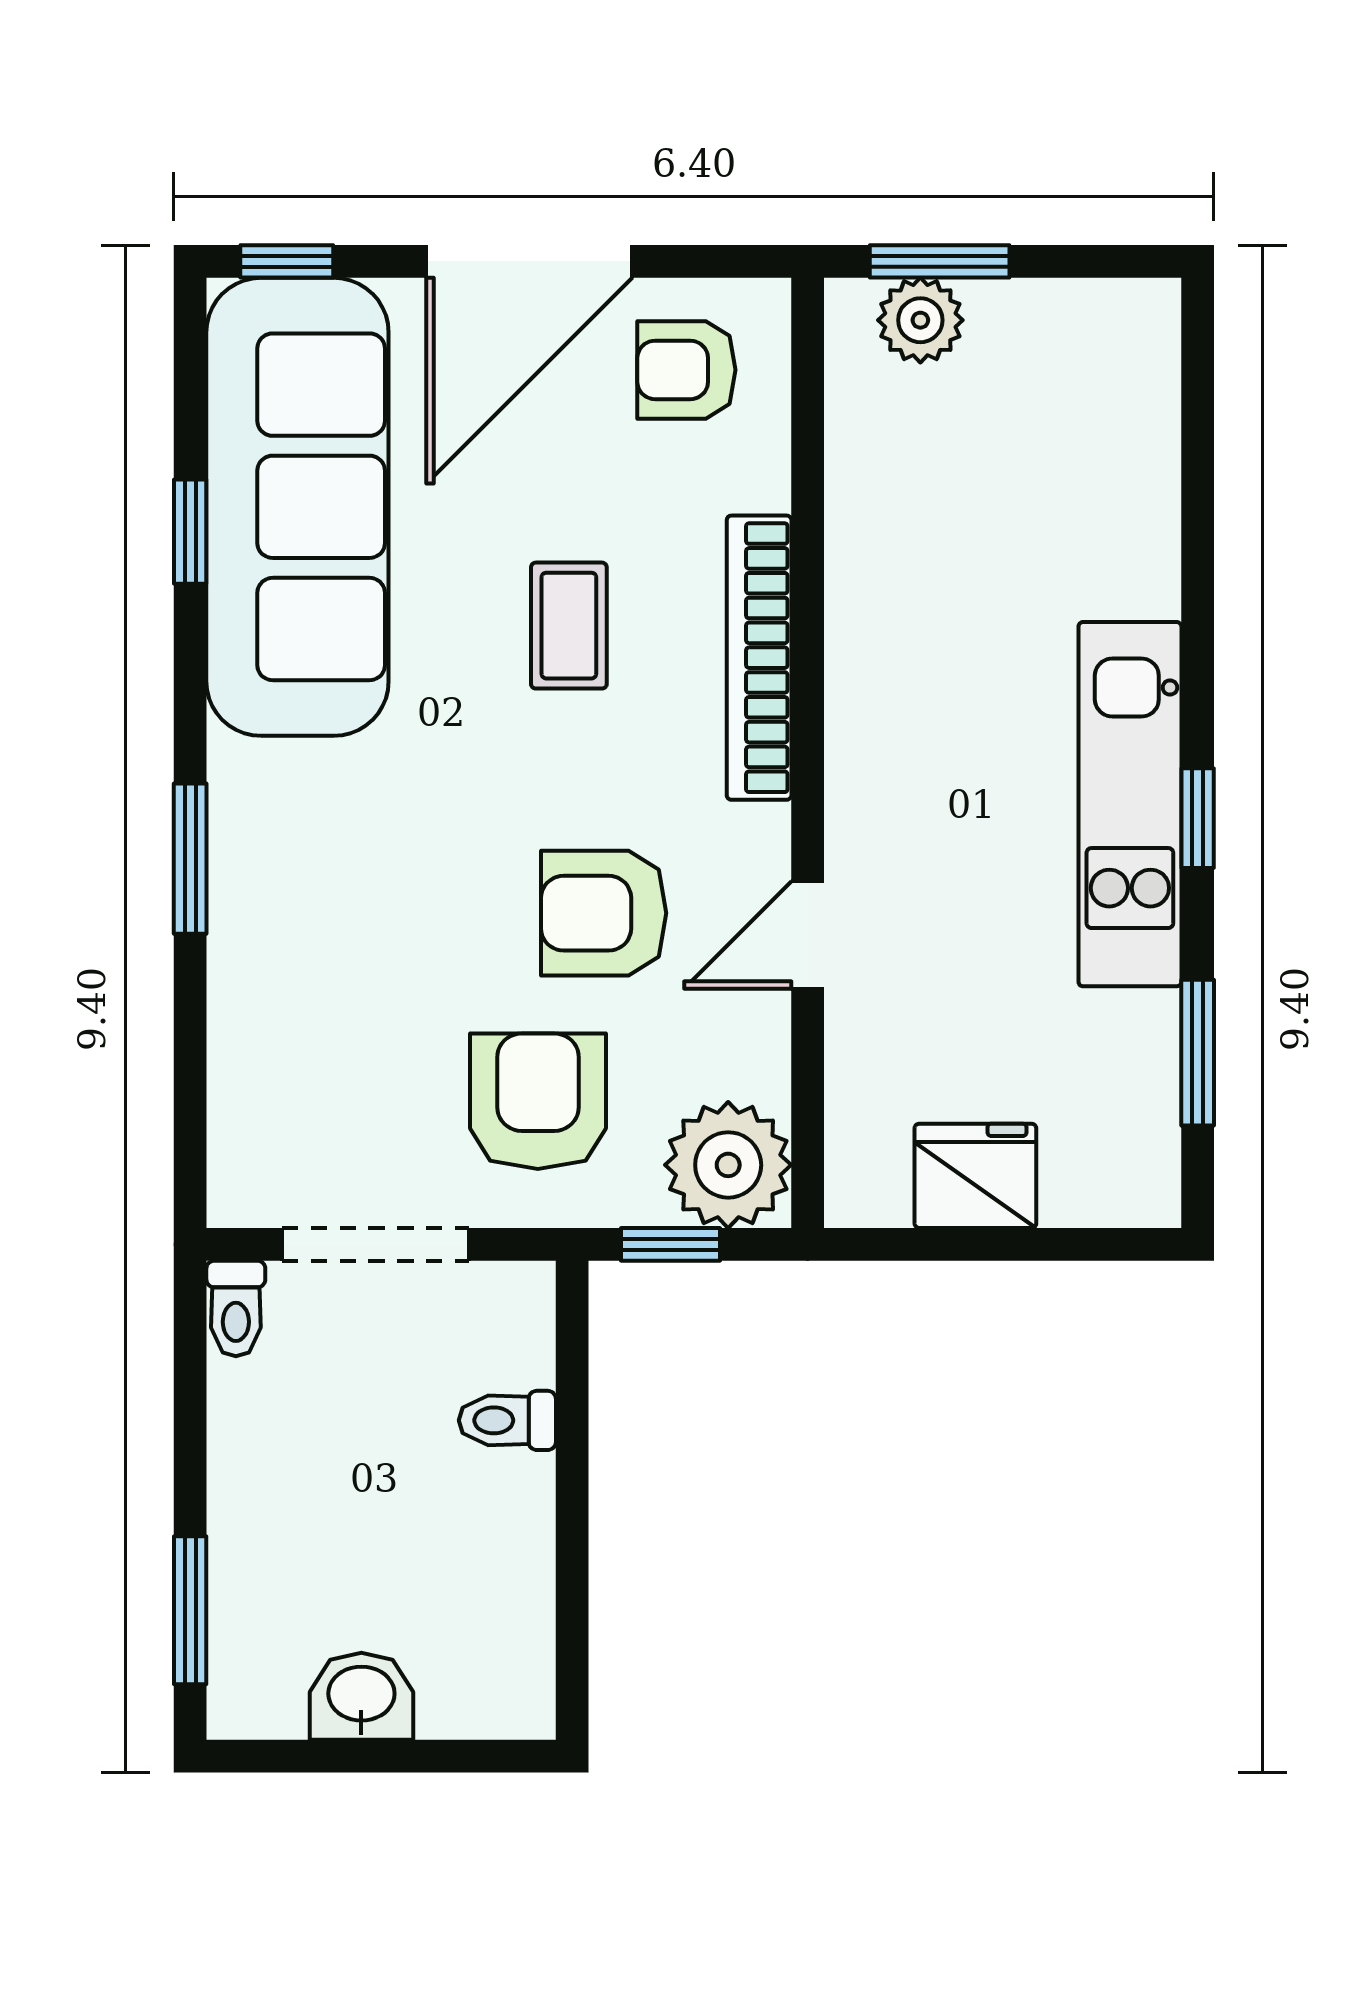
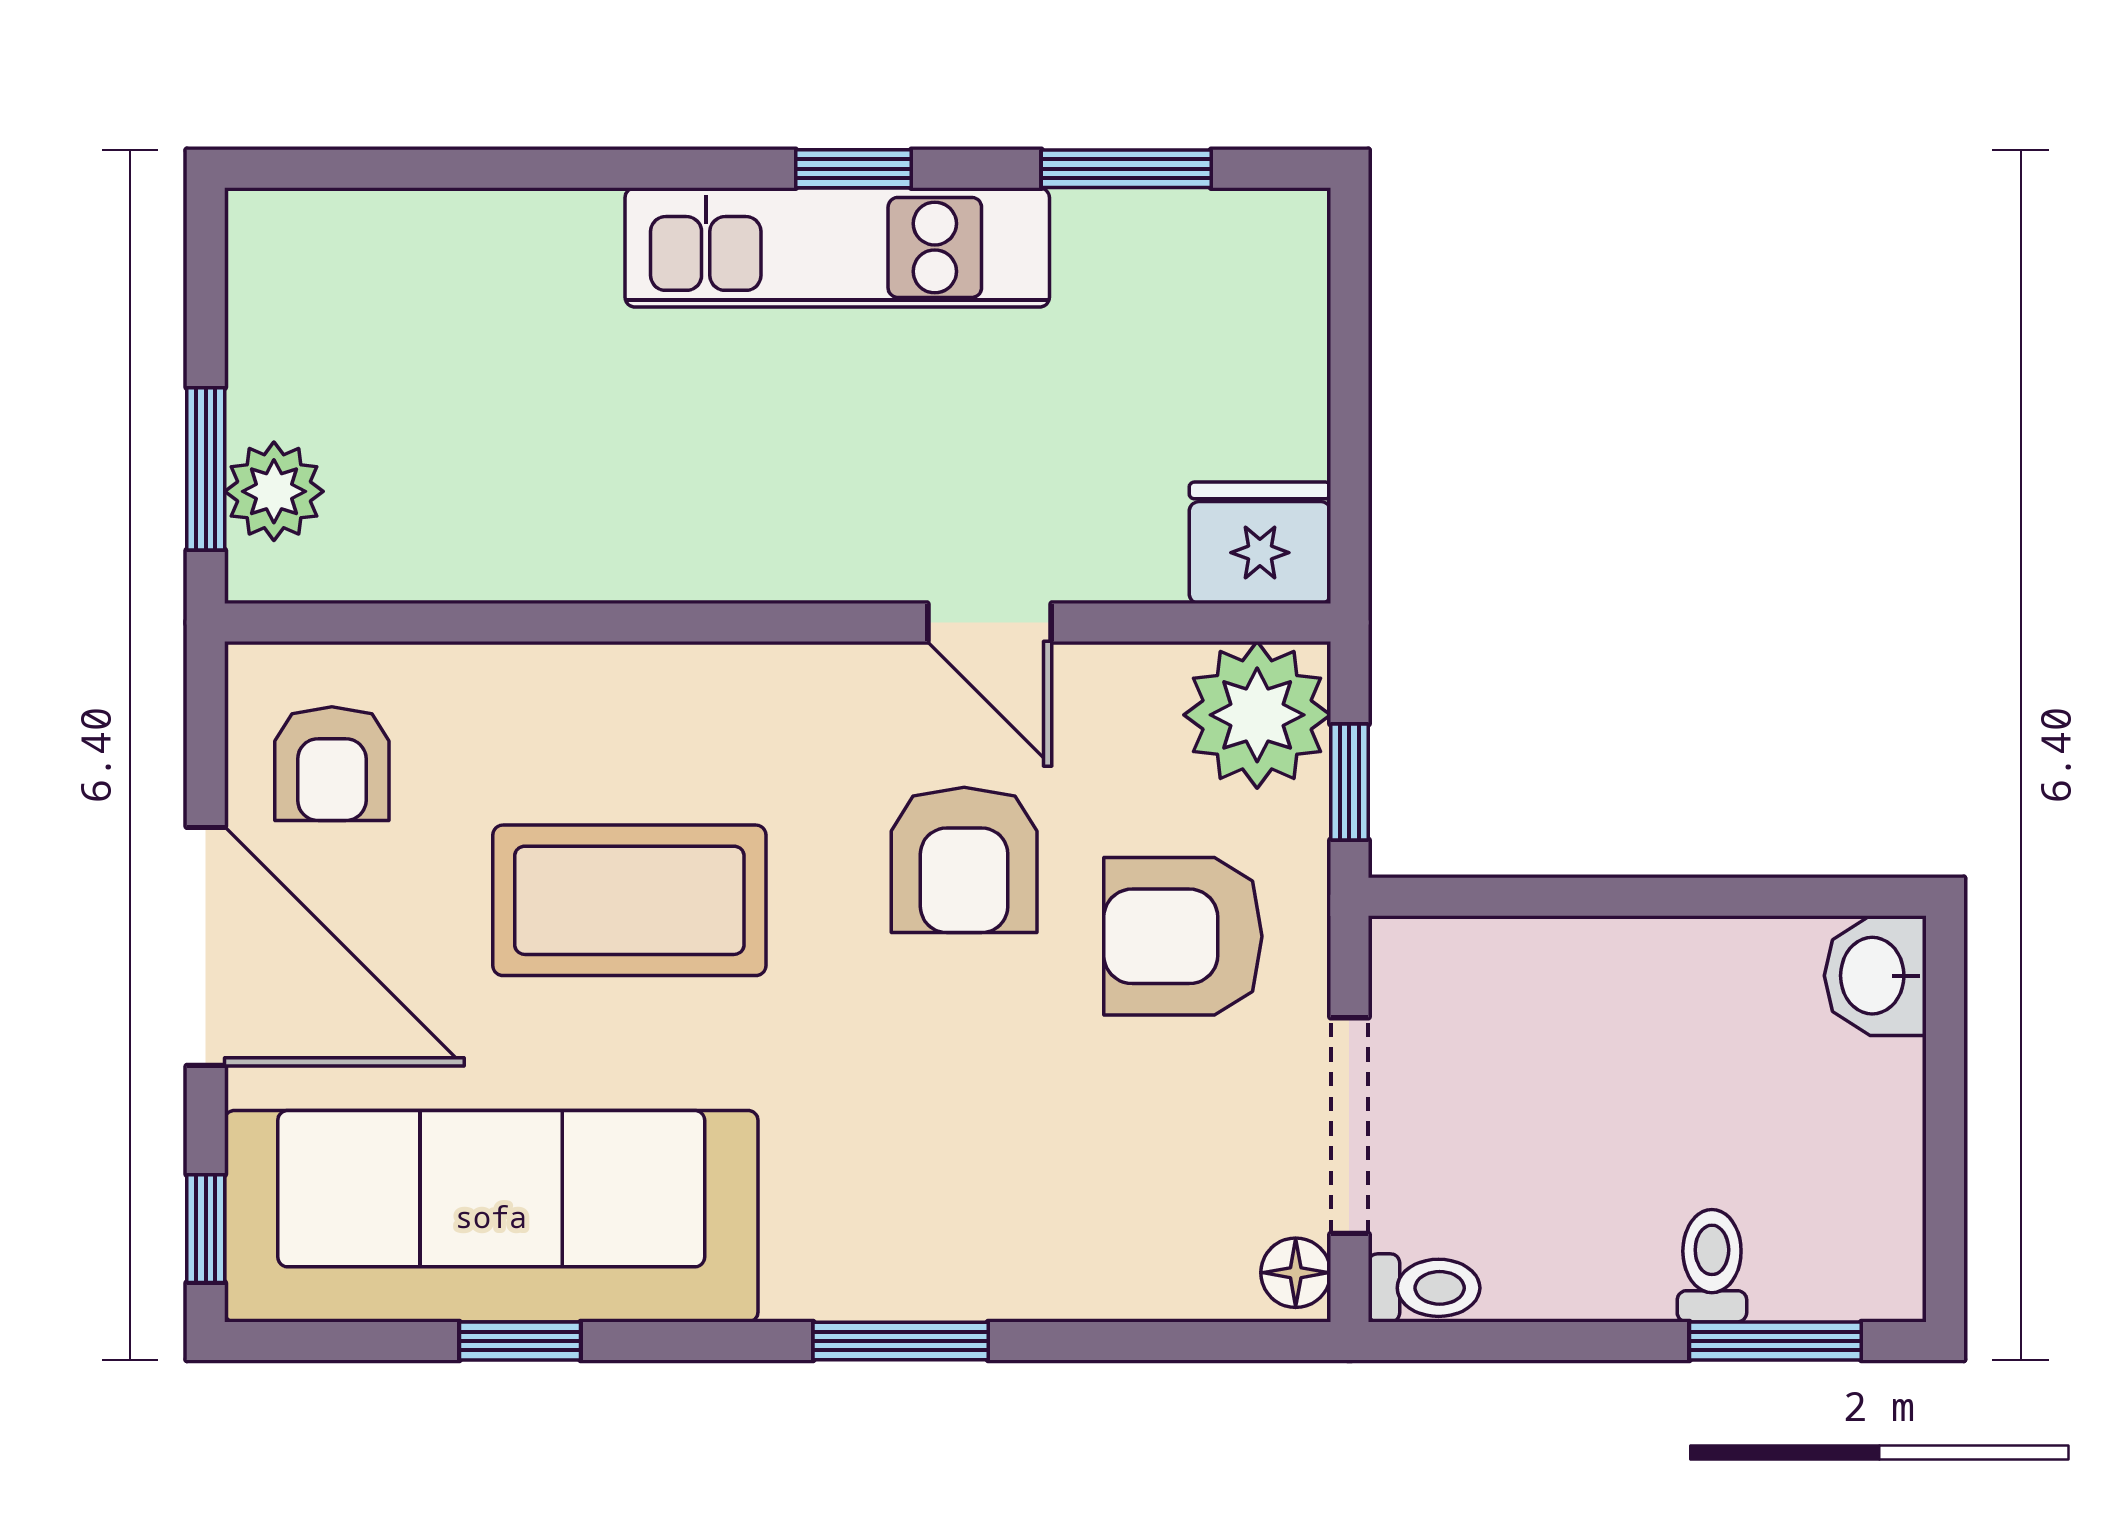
coffee table: (569, 626) -> (629, 900), width x1.86, depth x1.72
bookcase: (759, 658) -> (667, 679), removed
fridge: (975, 1176) -> (1260, 543), moved, turned 90
floor lamp: (249, 1198) -> (1296, 1273), added
toilet: (507, 1420) -> (1712, 1266), moved, turned 180
washbasin: (361, 1696) -> (1875, 976), moved

